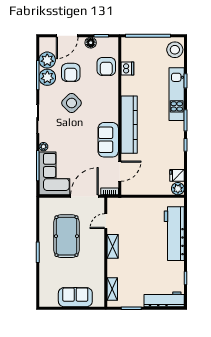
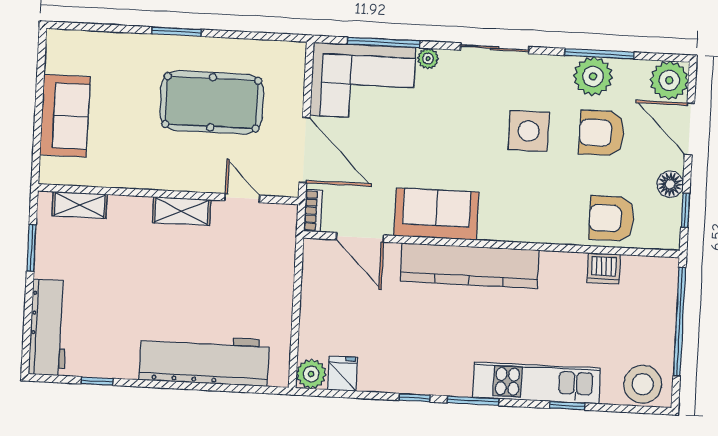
plant: (47, 60) -> (669, 80), moved
side table: (72, 103) -> (529, 131), turned 45

